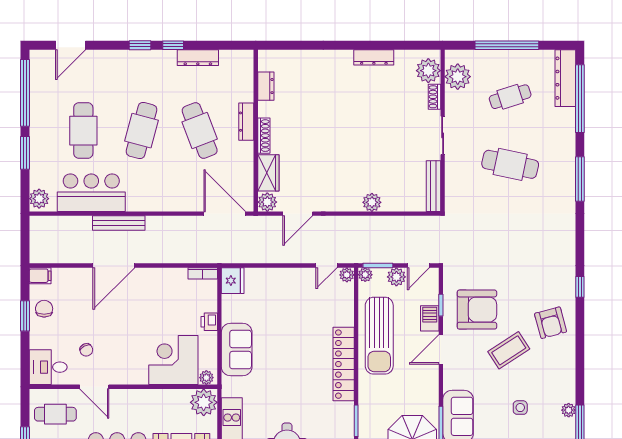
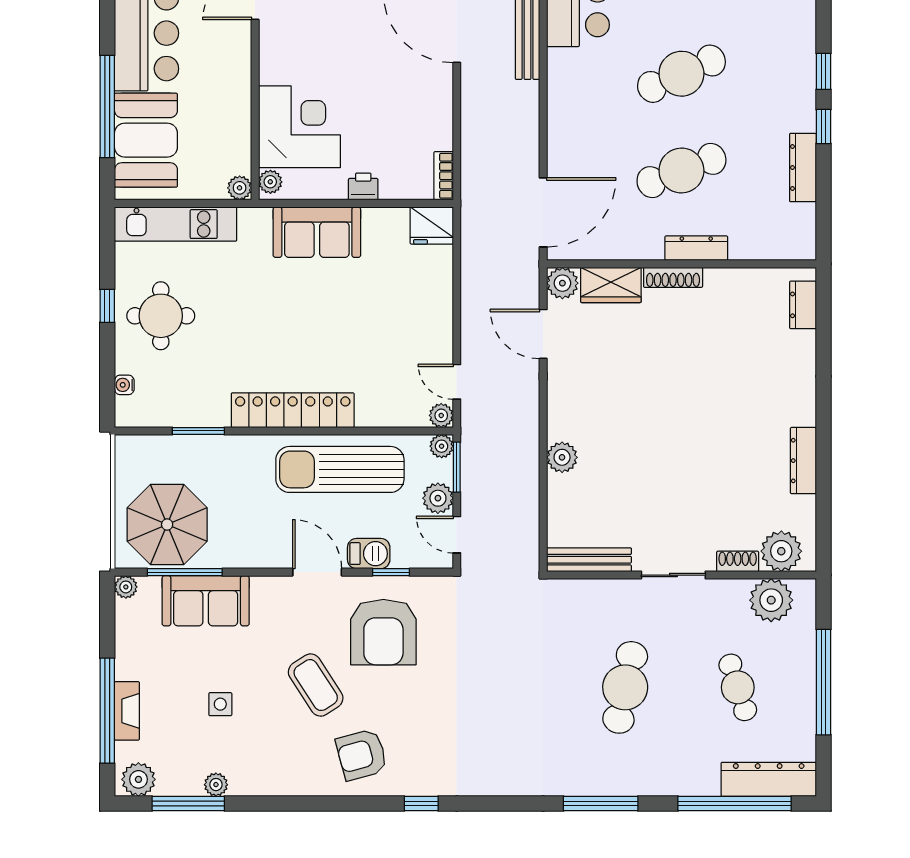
dresser: (266, 86) -> (803, 305), moved, turned 90
cafe table: (141, 131) -> (681, 74), turned -39
plant: (204, 402) -> (240, 188), width x0.53, depth x0.53

